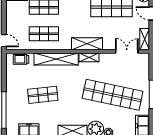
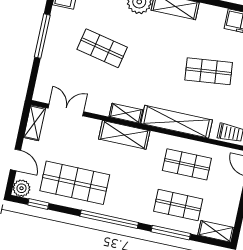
double door: (127, 51) -> (66, 110), swing flipped
shop shelf: (113, 95) -> (102, 48), width x0.50, depth x0.74

